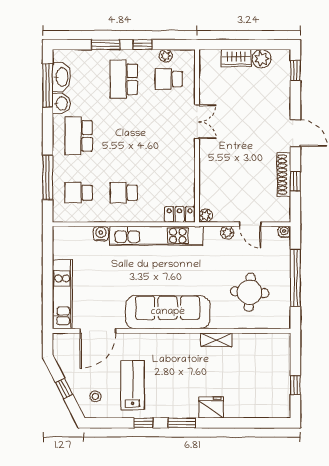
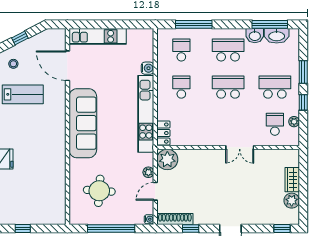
school desk: (124, 136) -> (228, 87), added
shoe rack: (284, 174) -> (175, 219), moved
plant: (206, 216) -> (167, 159), width x1.88, depth x1.88
shelving: (216, 340) -> (60, 163), removed

